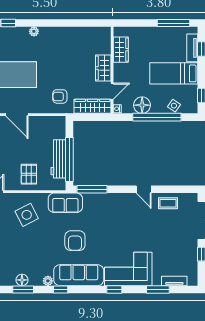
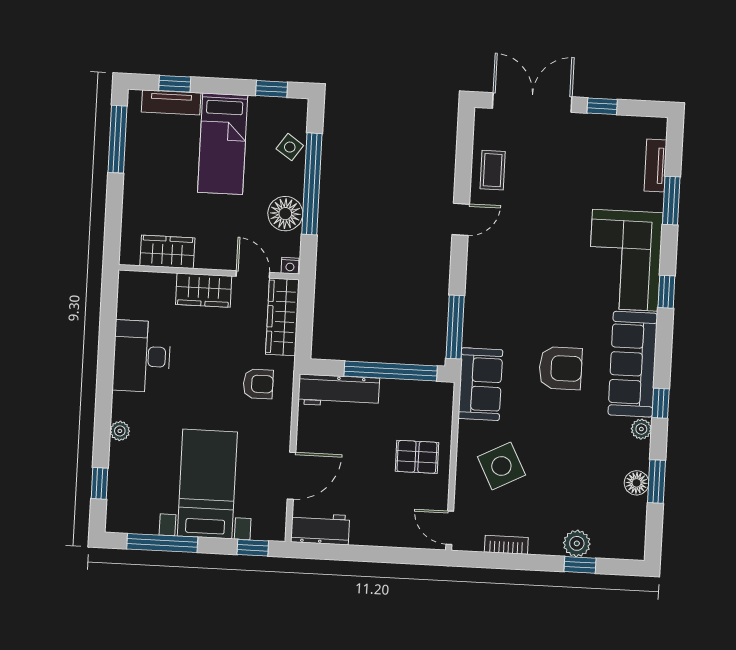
desk: (70, 40) -> (142, 356), added
armchair: (60, 96) -> (258, 384), turned -90
workbench: (58, 159) -> (339, 391), moved

